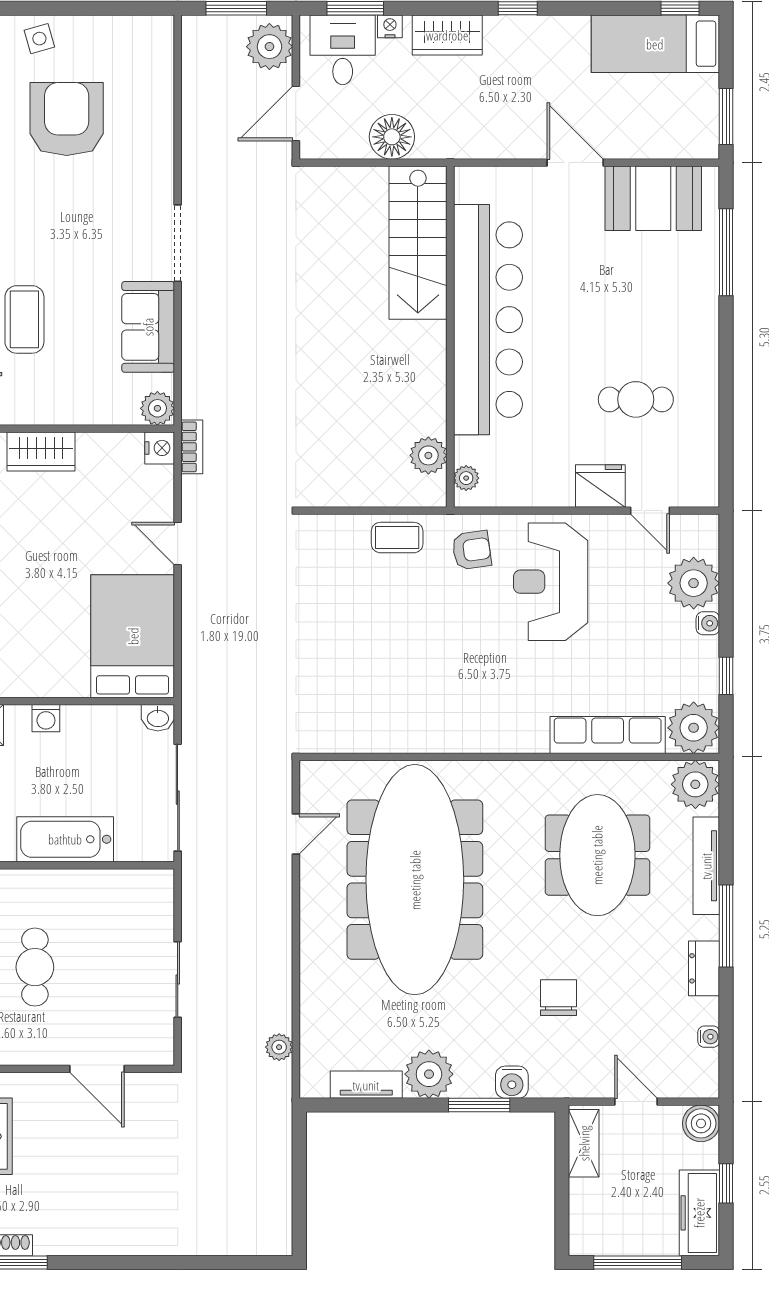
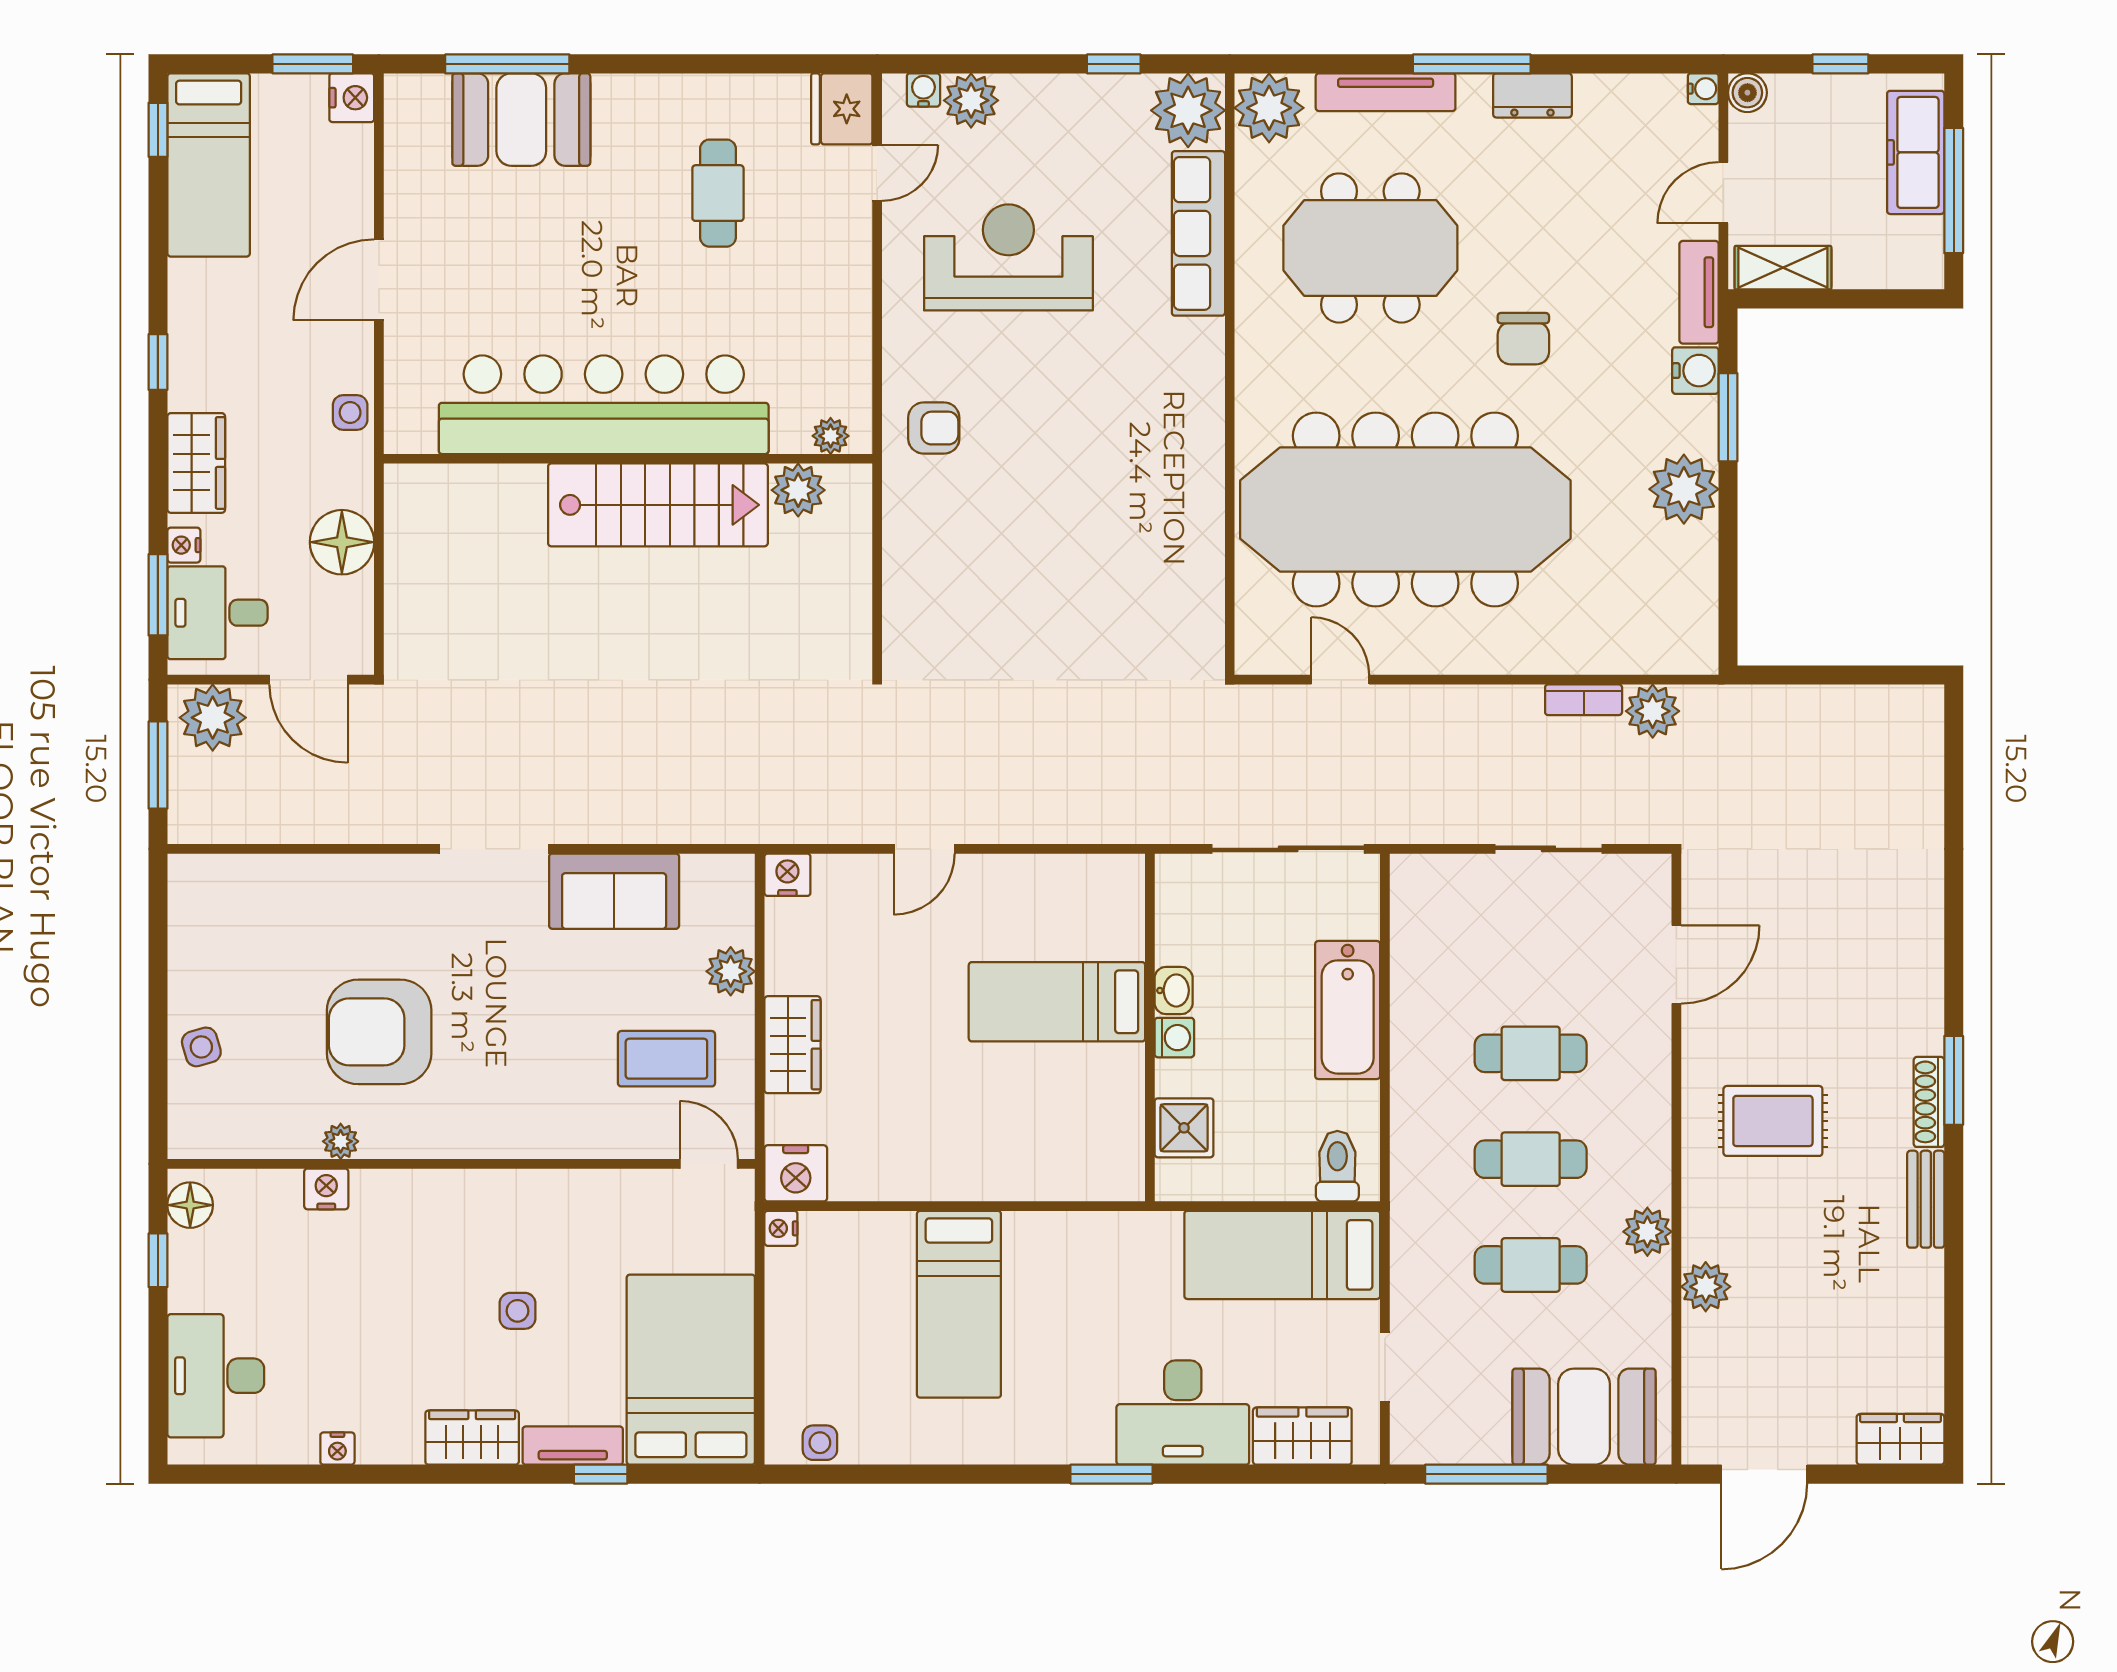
armchair: (67, 119) -> (379, 1032), moved
side table: (483, 142) -> (350, 413), added
nightstand: (702, 144) -> (352, 98), added
booth: (653, 198) -> (521, 120), moved, turned 90
stairs: (418, 243) -> (658, 505), moved
coffee table: (24, 319) -> (666, 1059), moved
plant: (157, 408) -> (731, 971), moved
bookcase: (192, 447) -> (1584, 700), moved, turned 180
fridge: (600, 486) -> (842, 109), moved
coffee table: (397, 538) -> (916, 535), removed
armchair: (472, 550) -> (934, 428), turned 98
reception desk: (551, 582) -> (1008, 257), moved, turned 180
plant: (694, 583) -> (971, 100), width x0.73, depth x0.73
water cooler: (708, 623) -> (923, 90), moved
bed: (133, 636) -> (1057, 1002), moved, width x0.67
washbasin: (158, 718) -> (1174, 990), moved
chair: (559, 998) -> (1523, 339), moved, turned -90
water cooler: (709, 1037) -> (1703, 89), moved, turned 90
plant: (279, 1047) -> (1653, 711), width x1.38, depth x1.38
tv unit: (366, 1085) -> (1699, 292), moved
boiler: (701, 1123) -> (1747, 93), width x0.73, depth x0.73
freezer: (699, 1213) -> (1916, 152), moved, turned 90

